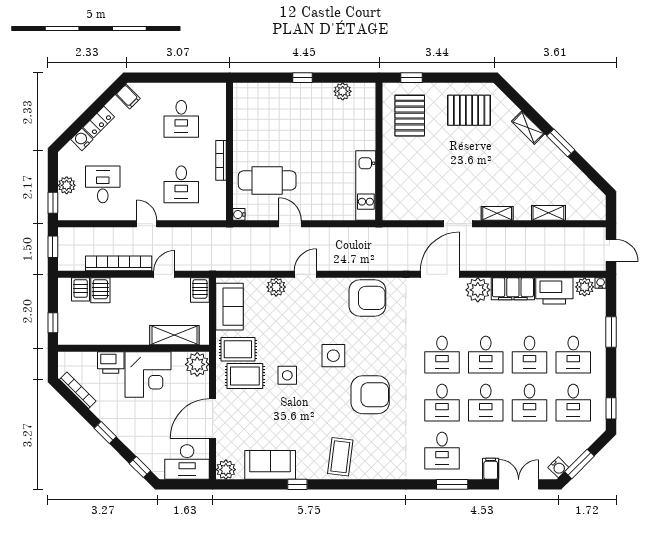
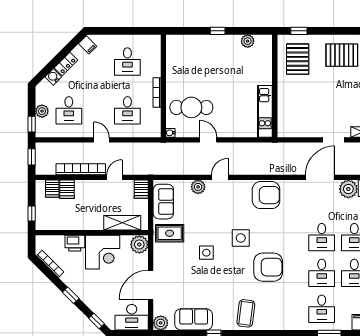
desk: (103, 184) -> (69, 110), turned 180
rug: (245, 376) -> (175, 253), removed

